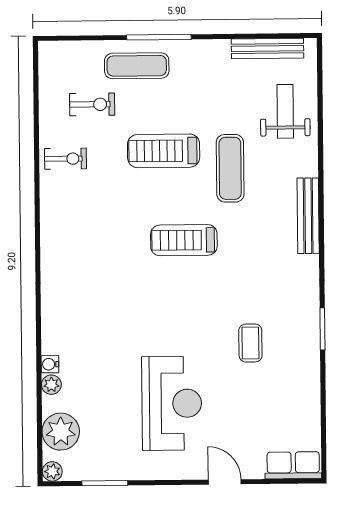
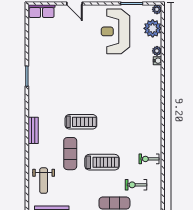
bench: (308, 216) -> (33, 130), width x0.73
treadmill: (184, 240) -> (81, 122), moved
coffee table: (250, 343) -> (61, 70), removed
reception desk: (172, 403) -> (115, 31), moved

